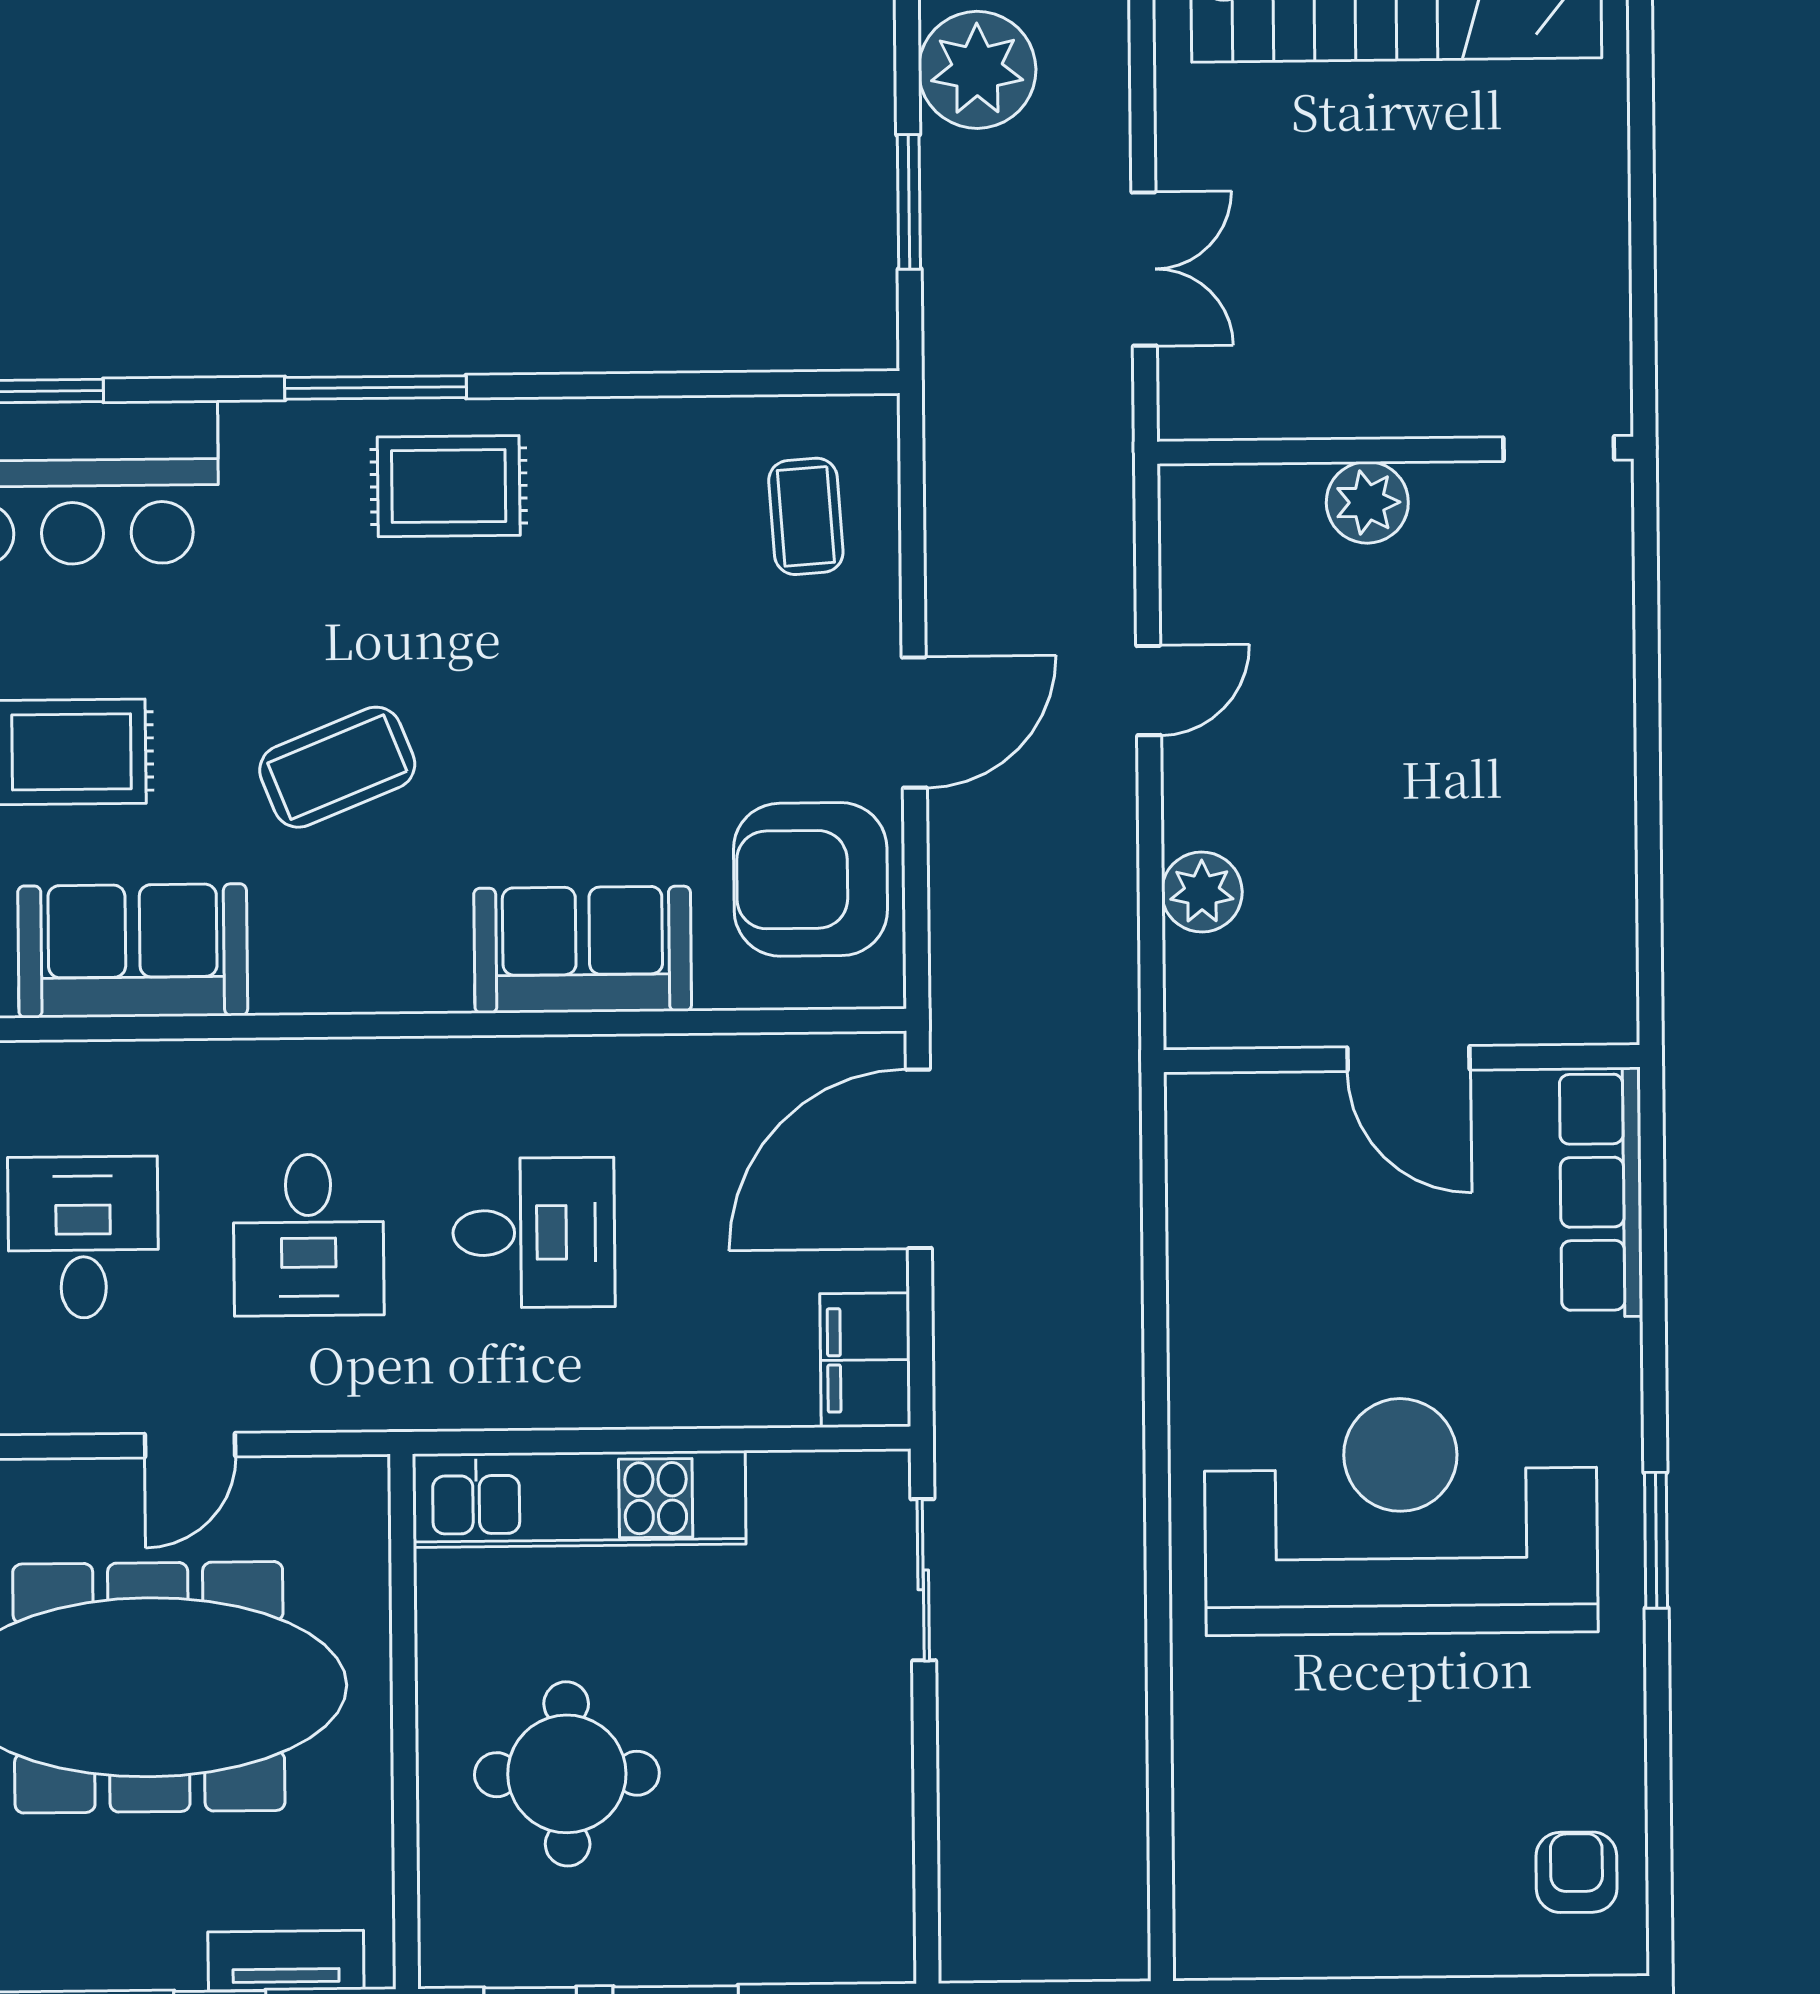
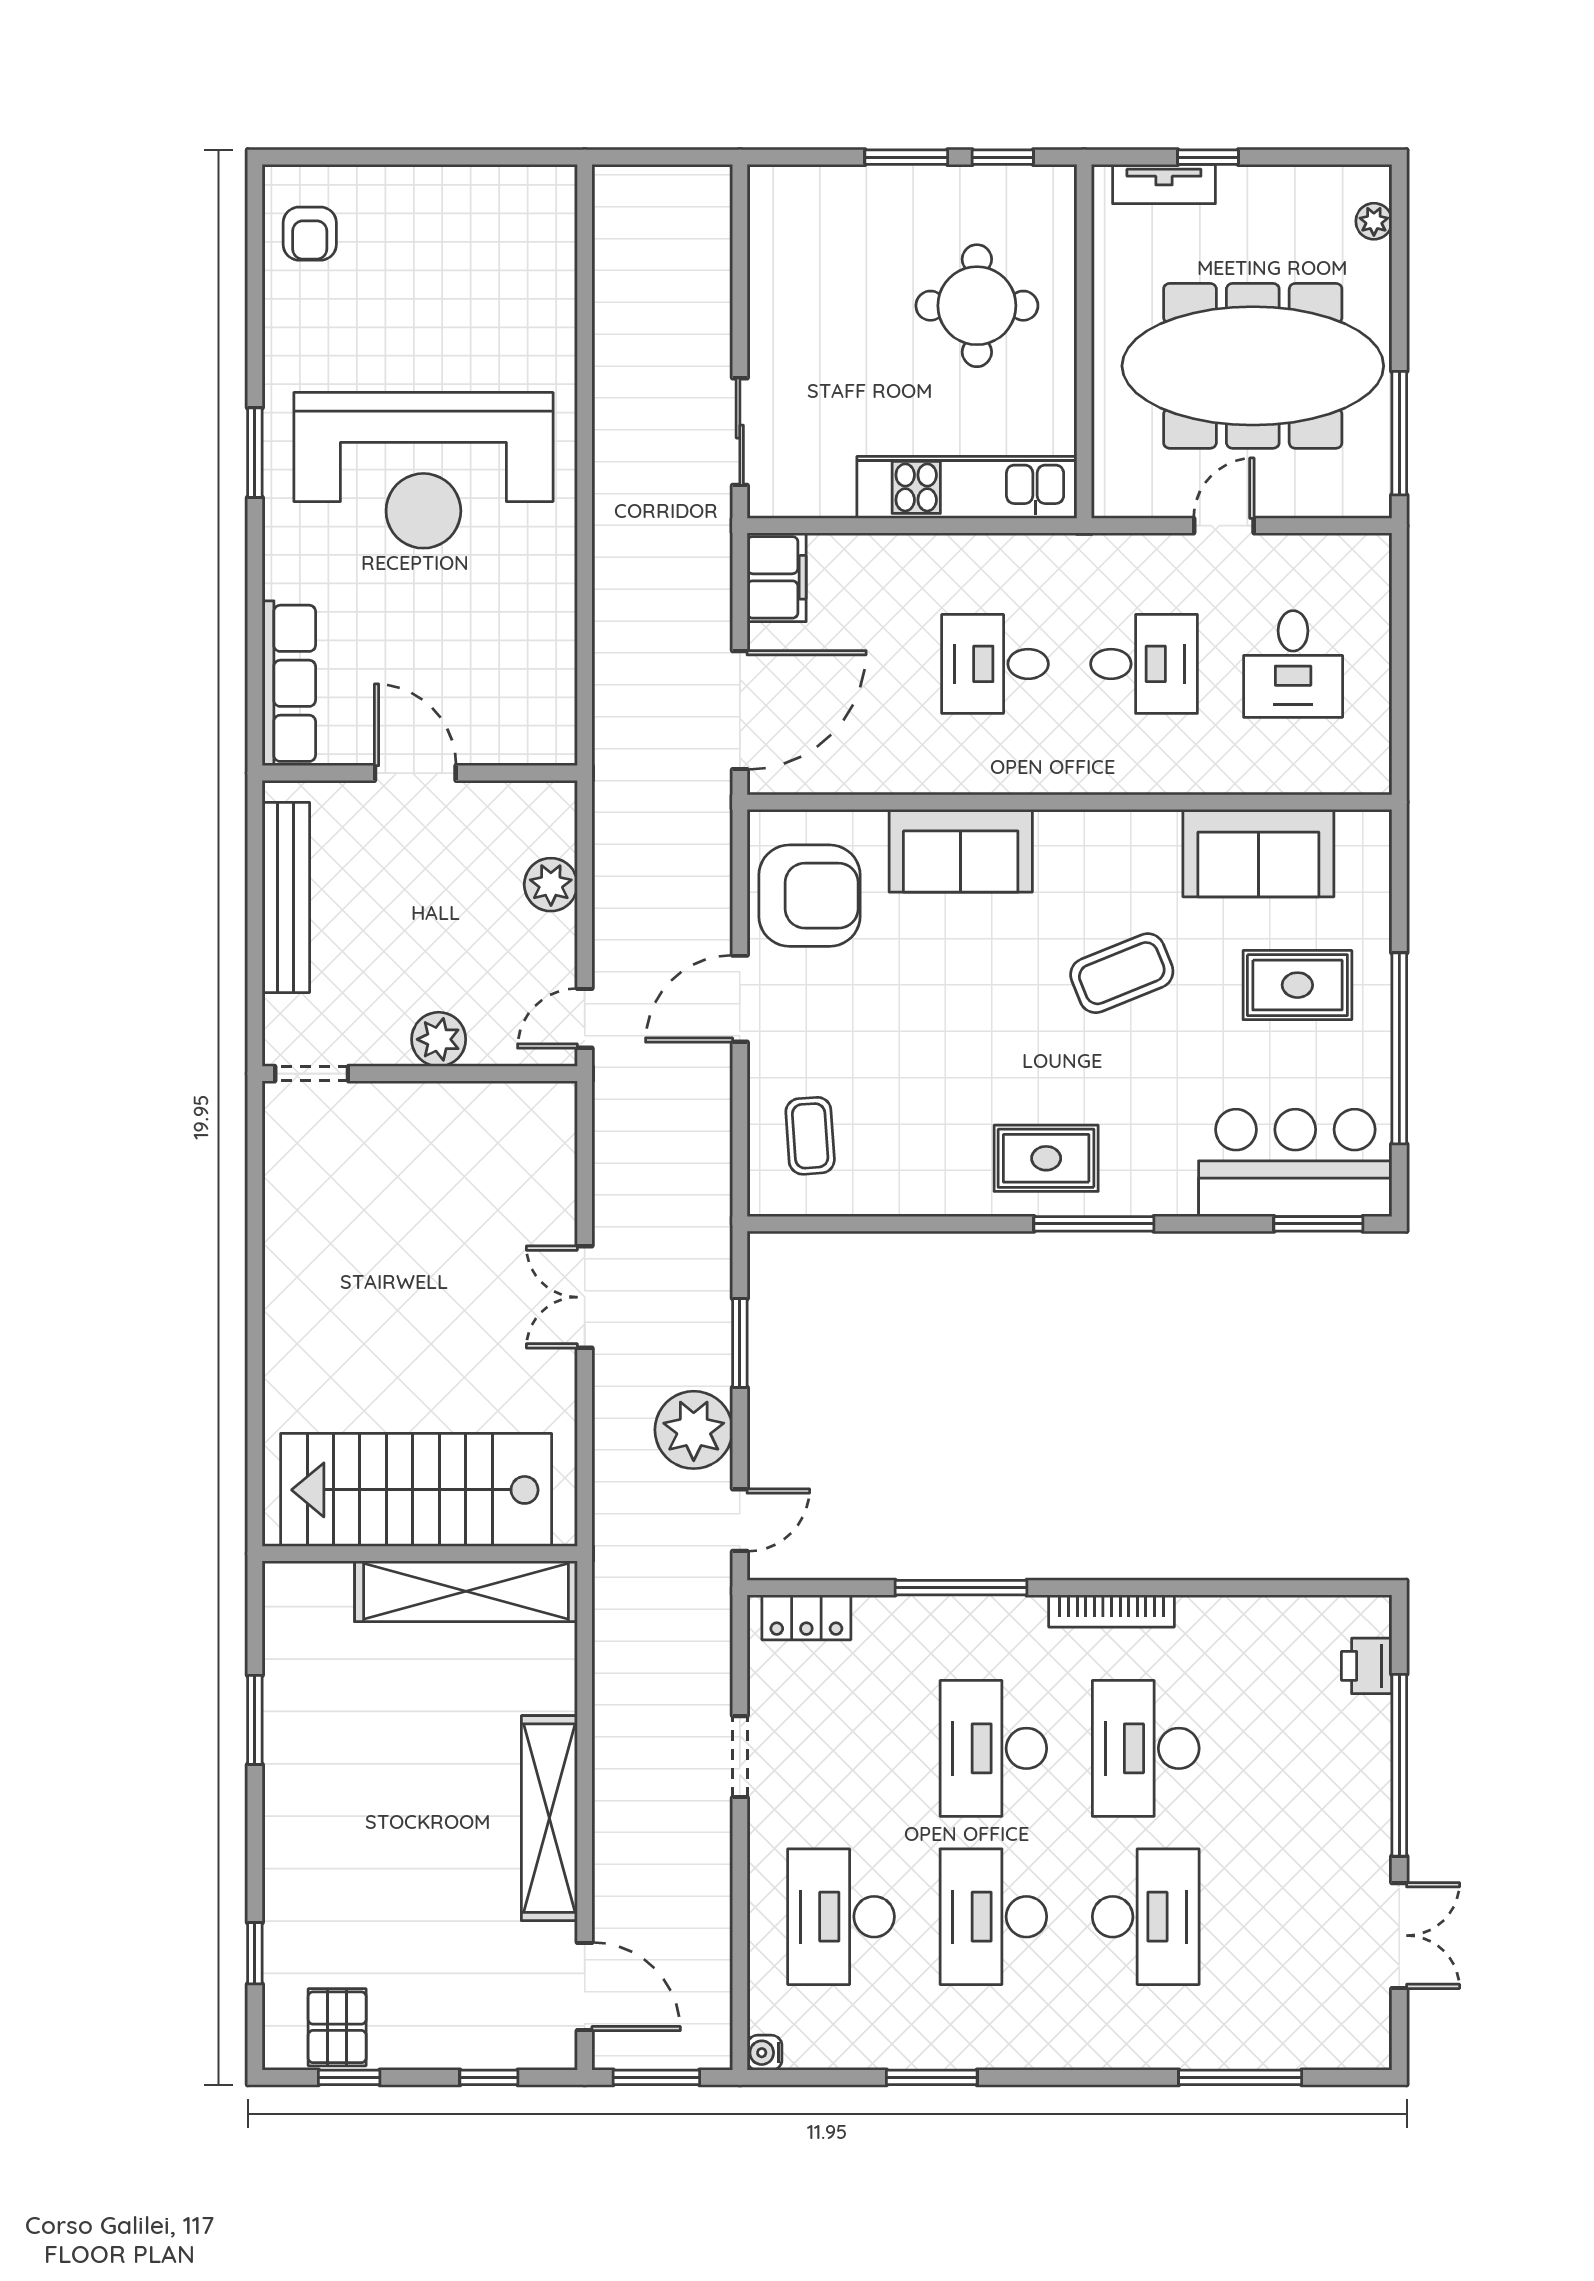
doorway: (1559, 448) -> (312, 1074), moved
wall: (1395, 450) -> (420, 1074), moved
plant: (1367, 502) -> (439, 1039), moved
bench: (1602, 868) -> (286, 897), added
desk: (308, 1235) -> (1144, 664), turned 90

